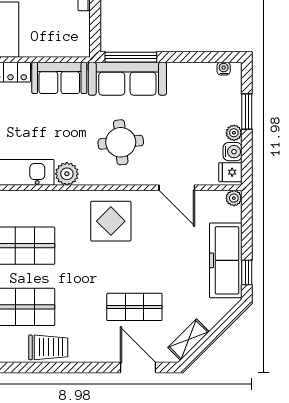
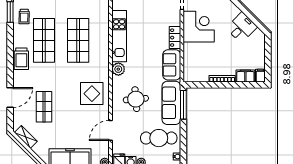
cafe table: (190, 101) -> (159, 138), added
door: (138, 367) -> (10, 97), moved

